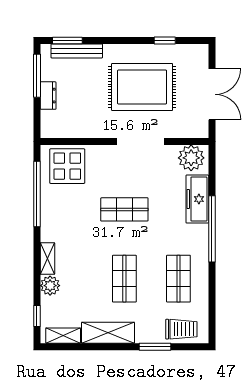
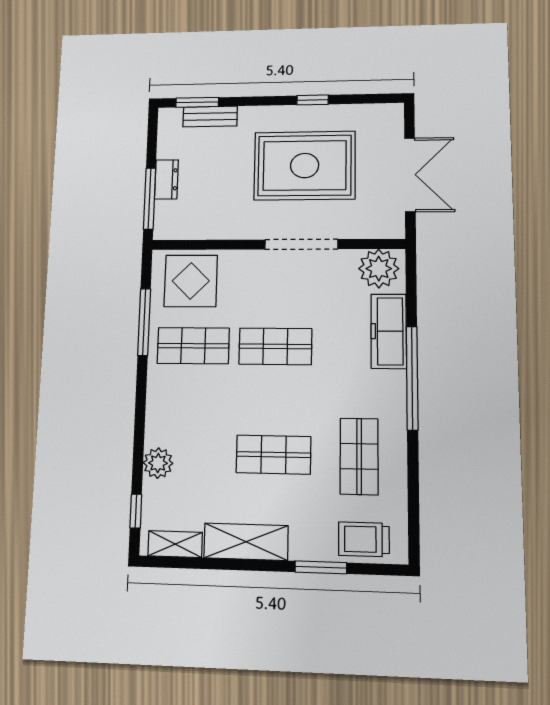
window: (165, 40) -> (313, 100), moved
bench: (77, 51) -> (210, 117), width x0.73
window: (37, 76) -> (150, 199), moved
window: (37, 194) -> (144, 322), width x0.68
shop shelf: (70, 209) -> (193, 346), added
shelving: (47, 259) -> (156, 421), removed
shop shelf: (124, 279) -> (273, 455), turned 90
trolley: (181, 329) -> (364, 539), turned 180

